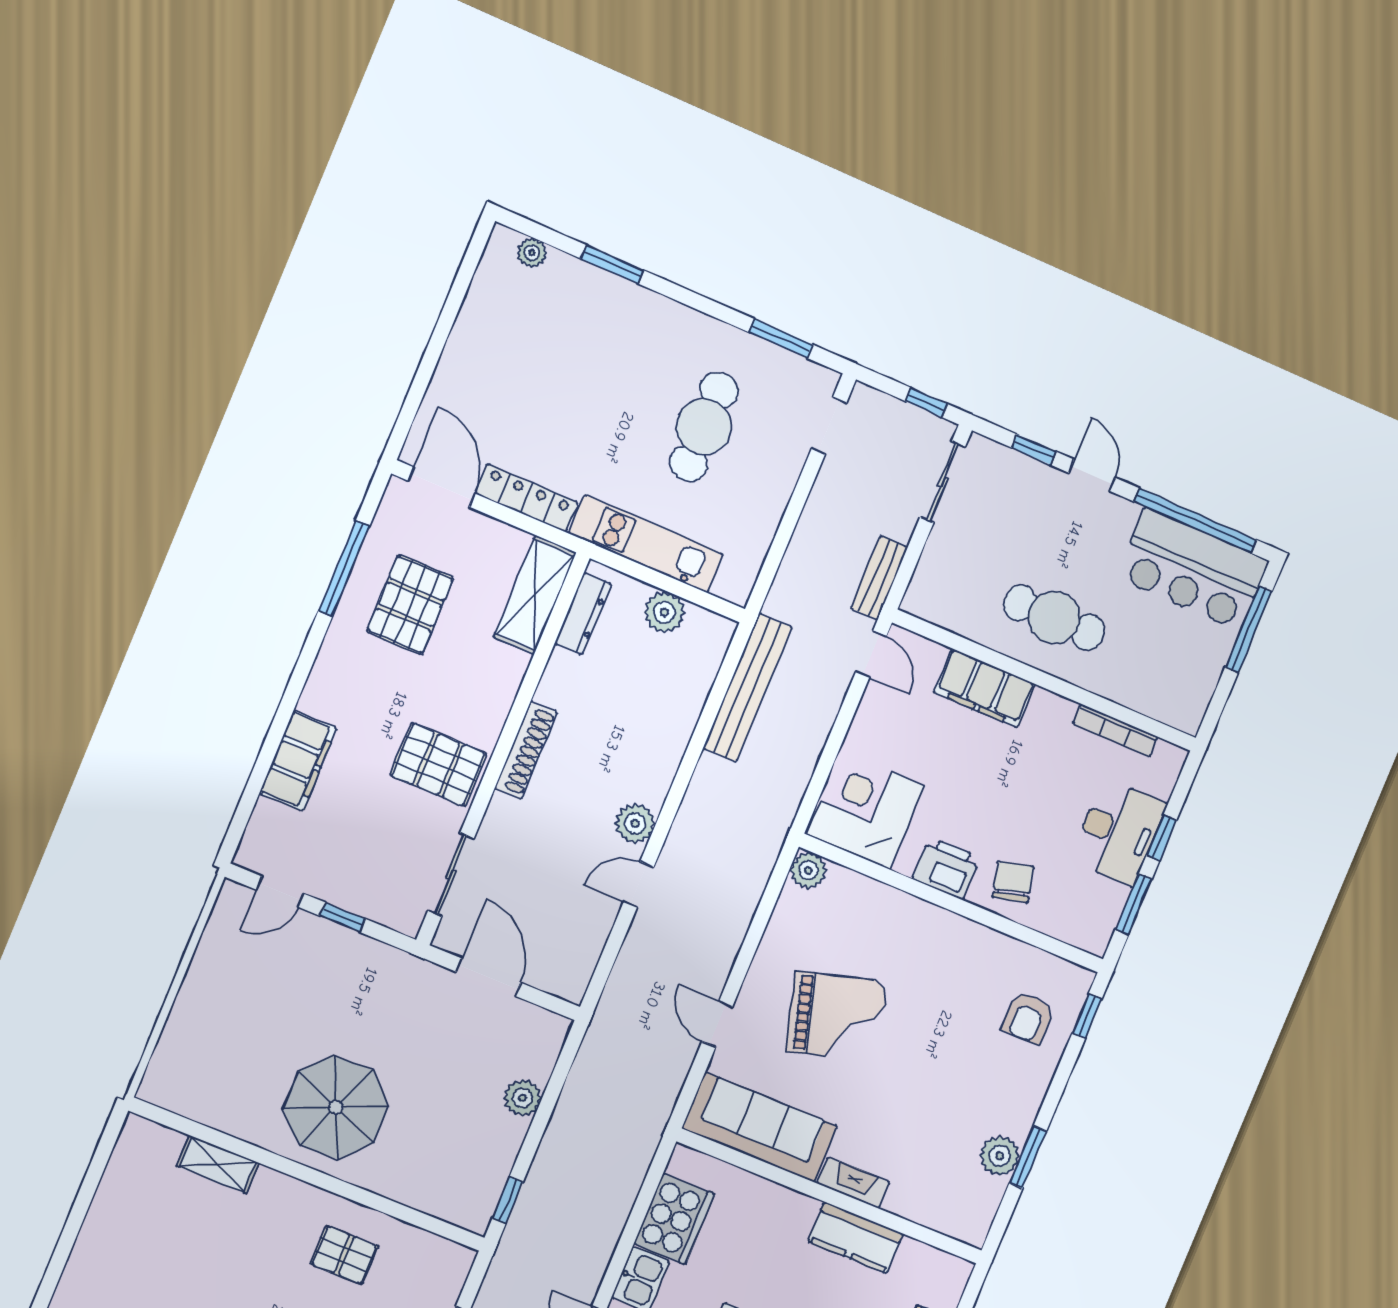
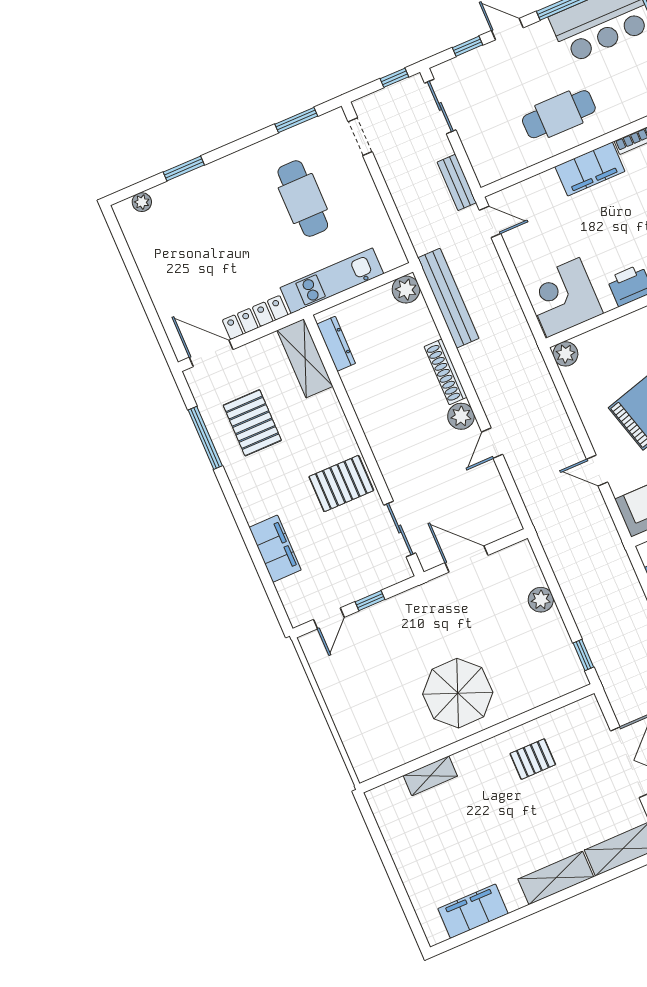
plant: (664, 612) -> (406, 290), moved
filing cabinet: (985, 688) -> (590, 169), moved
shoe rack: (526, 750) -> (446, 372), moved, turned 180

